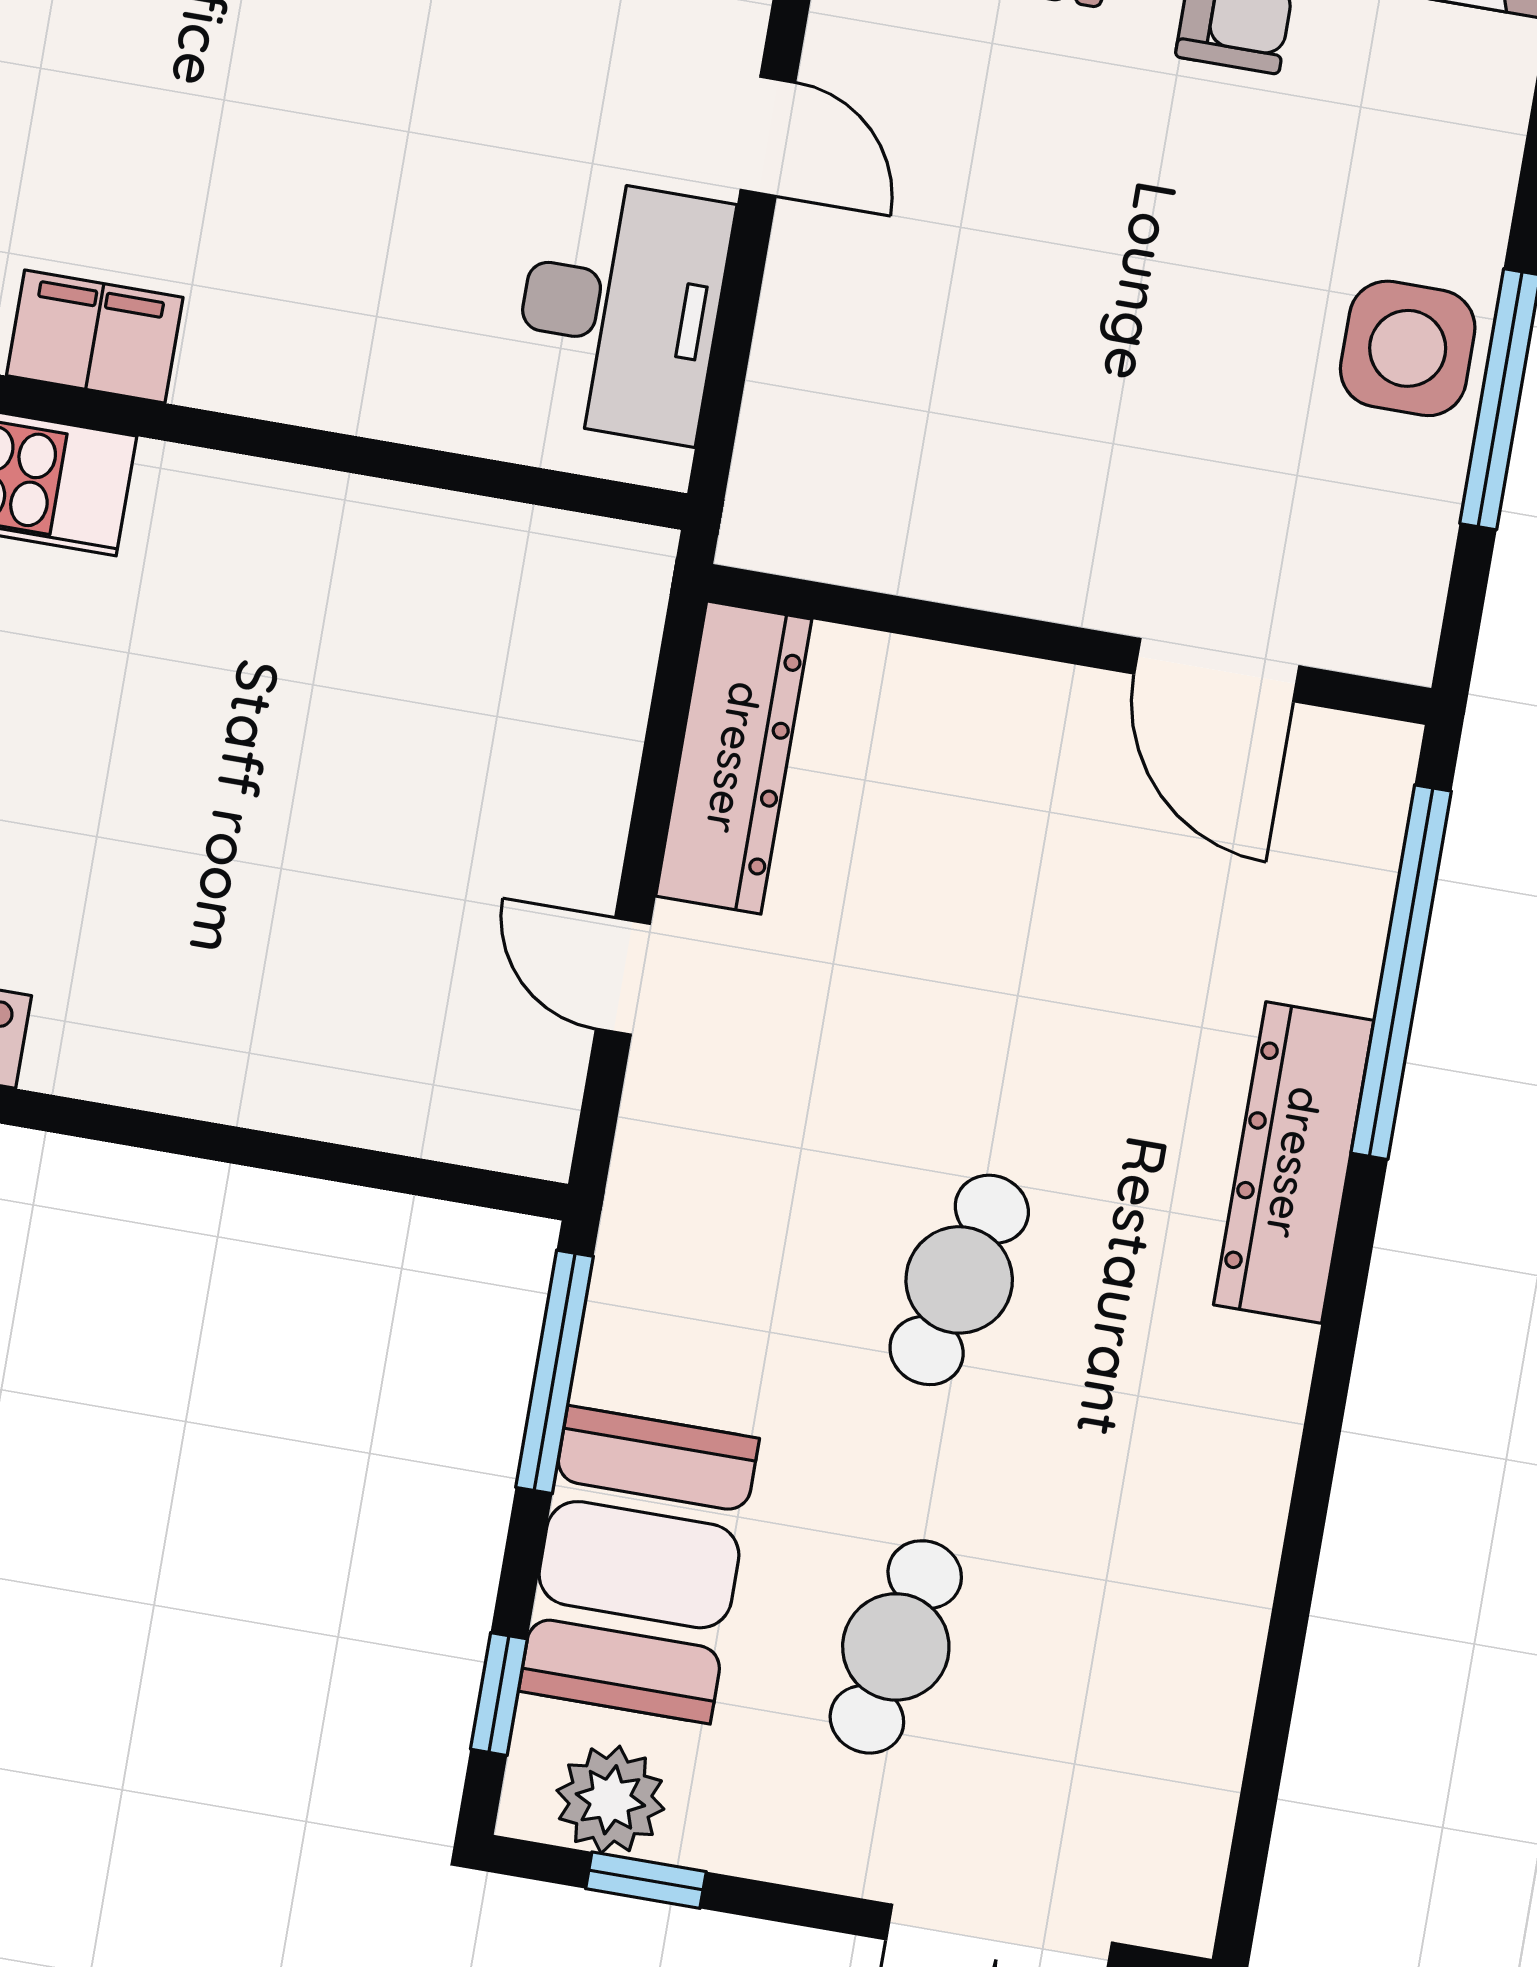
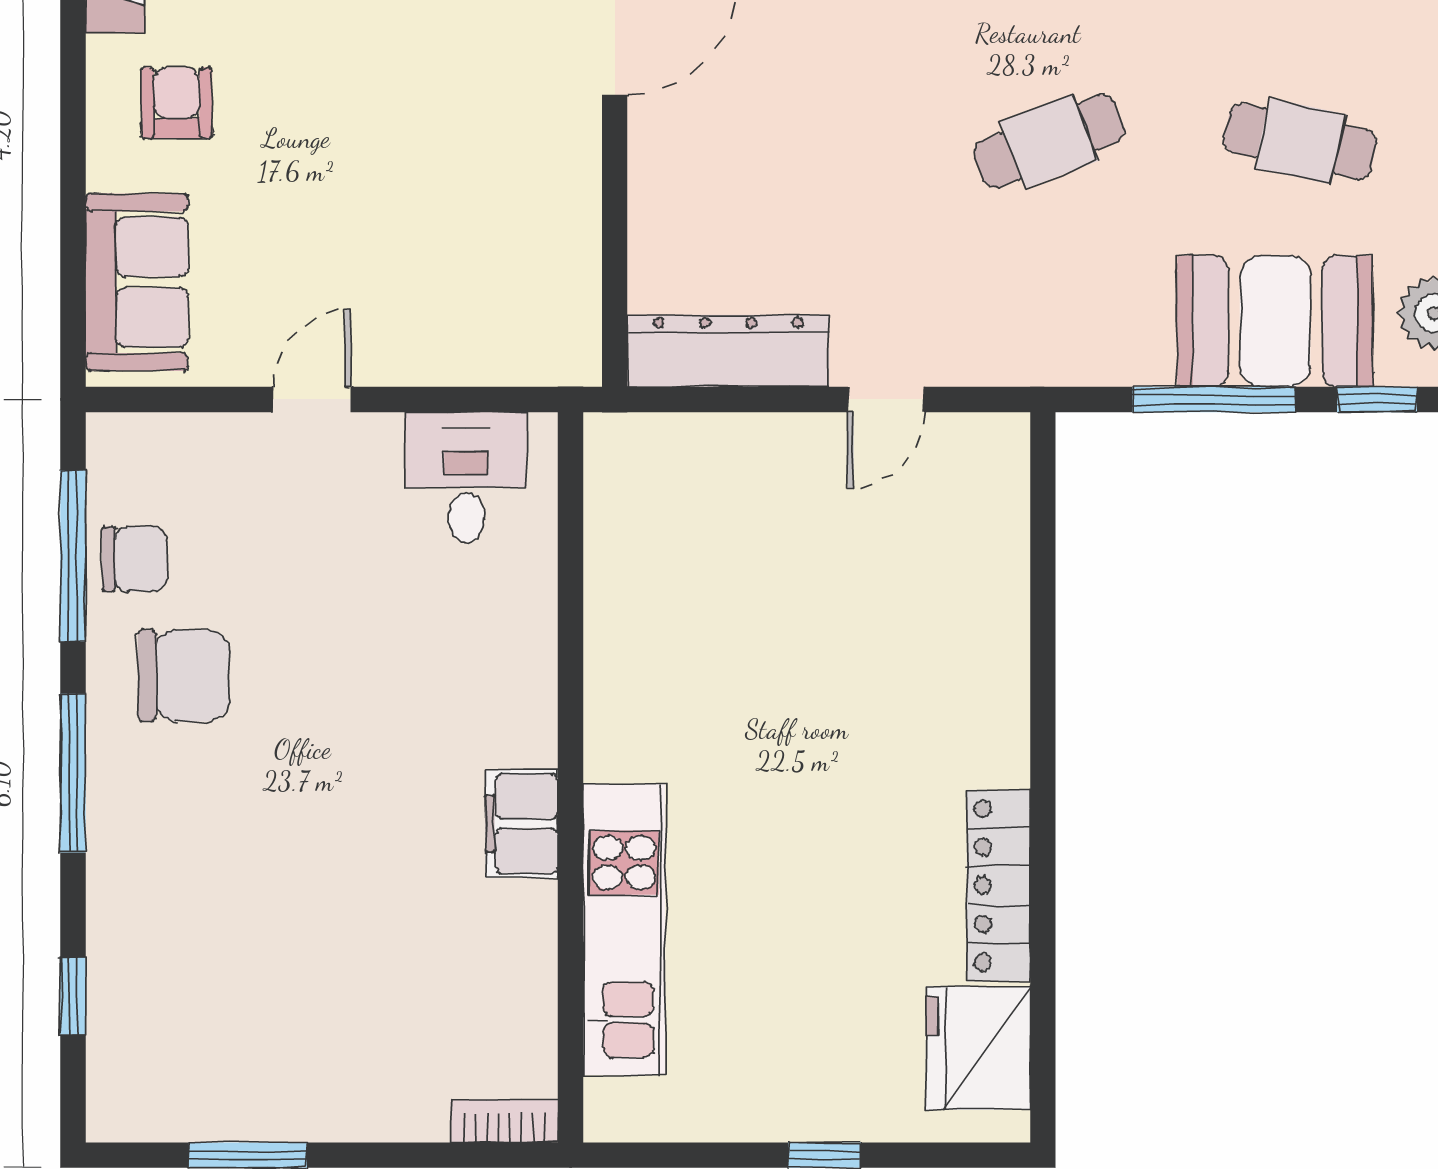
desk: (621, 310) -> (466, 477), width x0.73
cafe table: (959, 1280) -> (1049, 141), turned -36
window: (555, 1372) -> (1214, 399), moved

